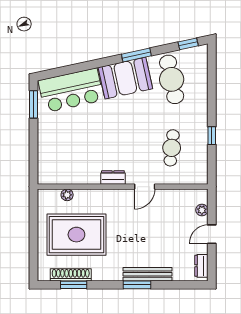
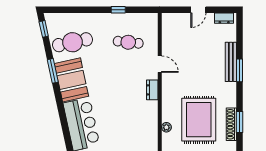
plant: (202, 210) -> (179, 18), removed
door: (212, 234) -> (198, 10), hinge flipped

